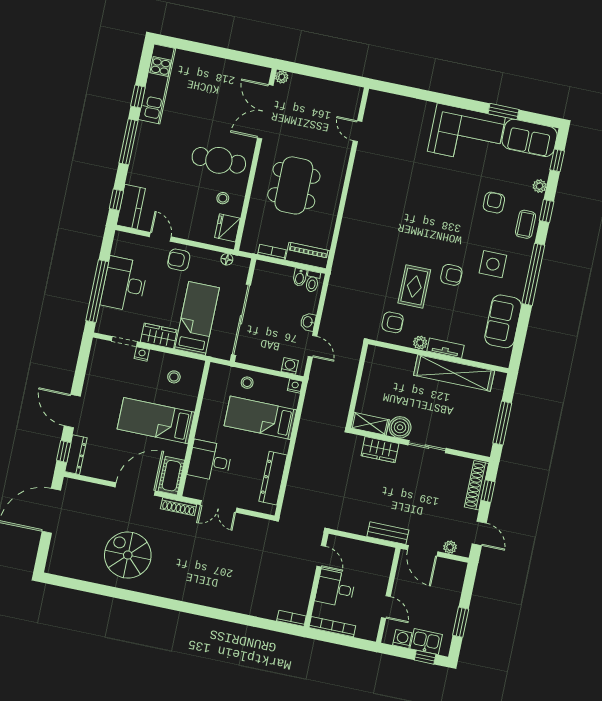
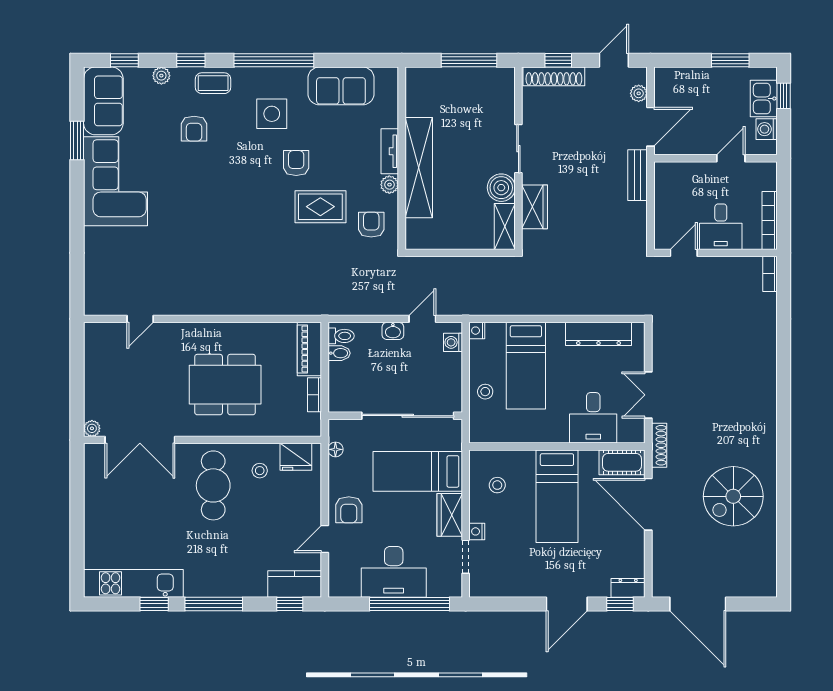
armchair: (494, 203) -> (194, 129), turned -90
shelving: (454, 373) -> (419, 168), moved
dresser: (76, 455) -> (628, 588), width x0.70
double door: (219, 506) -> (648, 395), swing flipped

